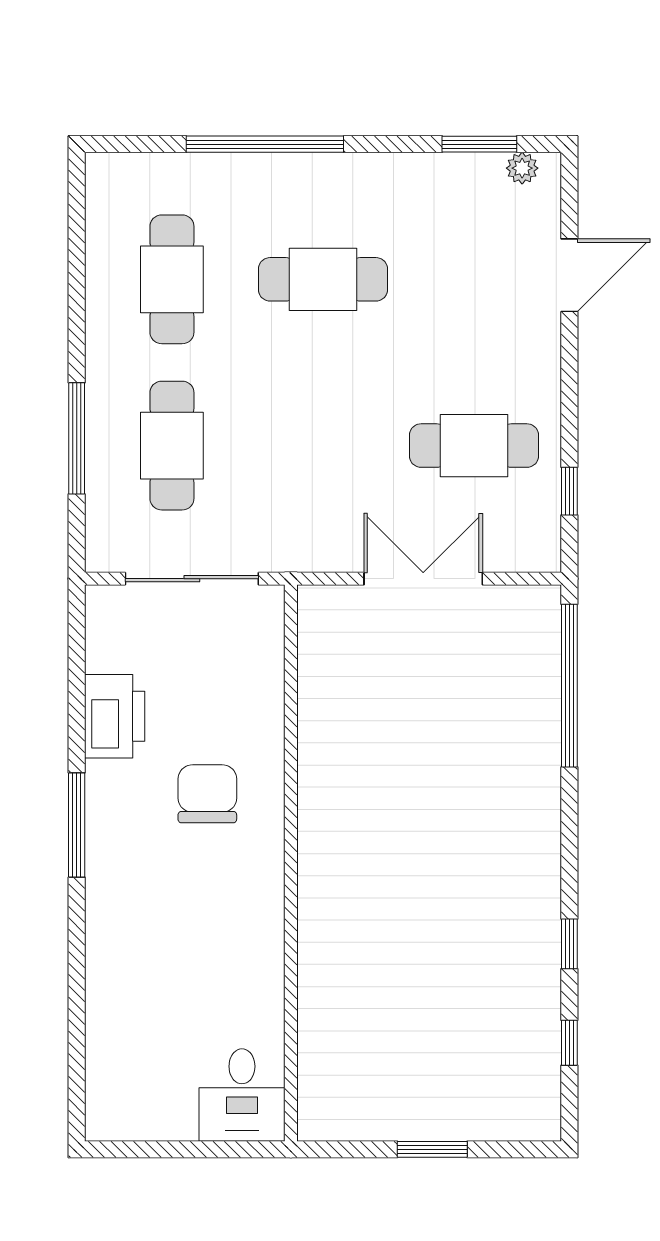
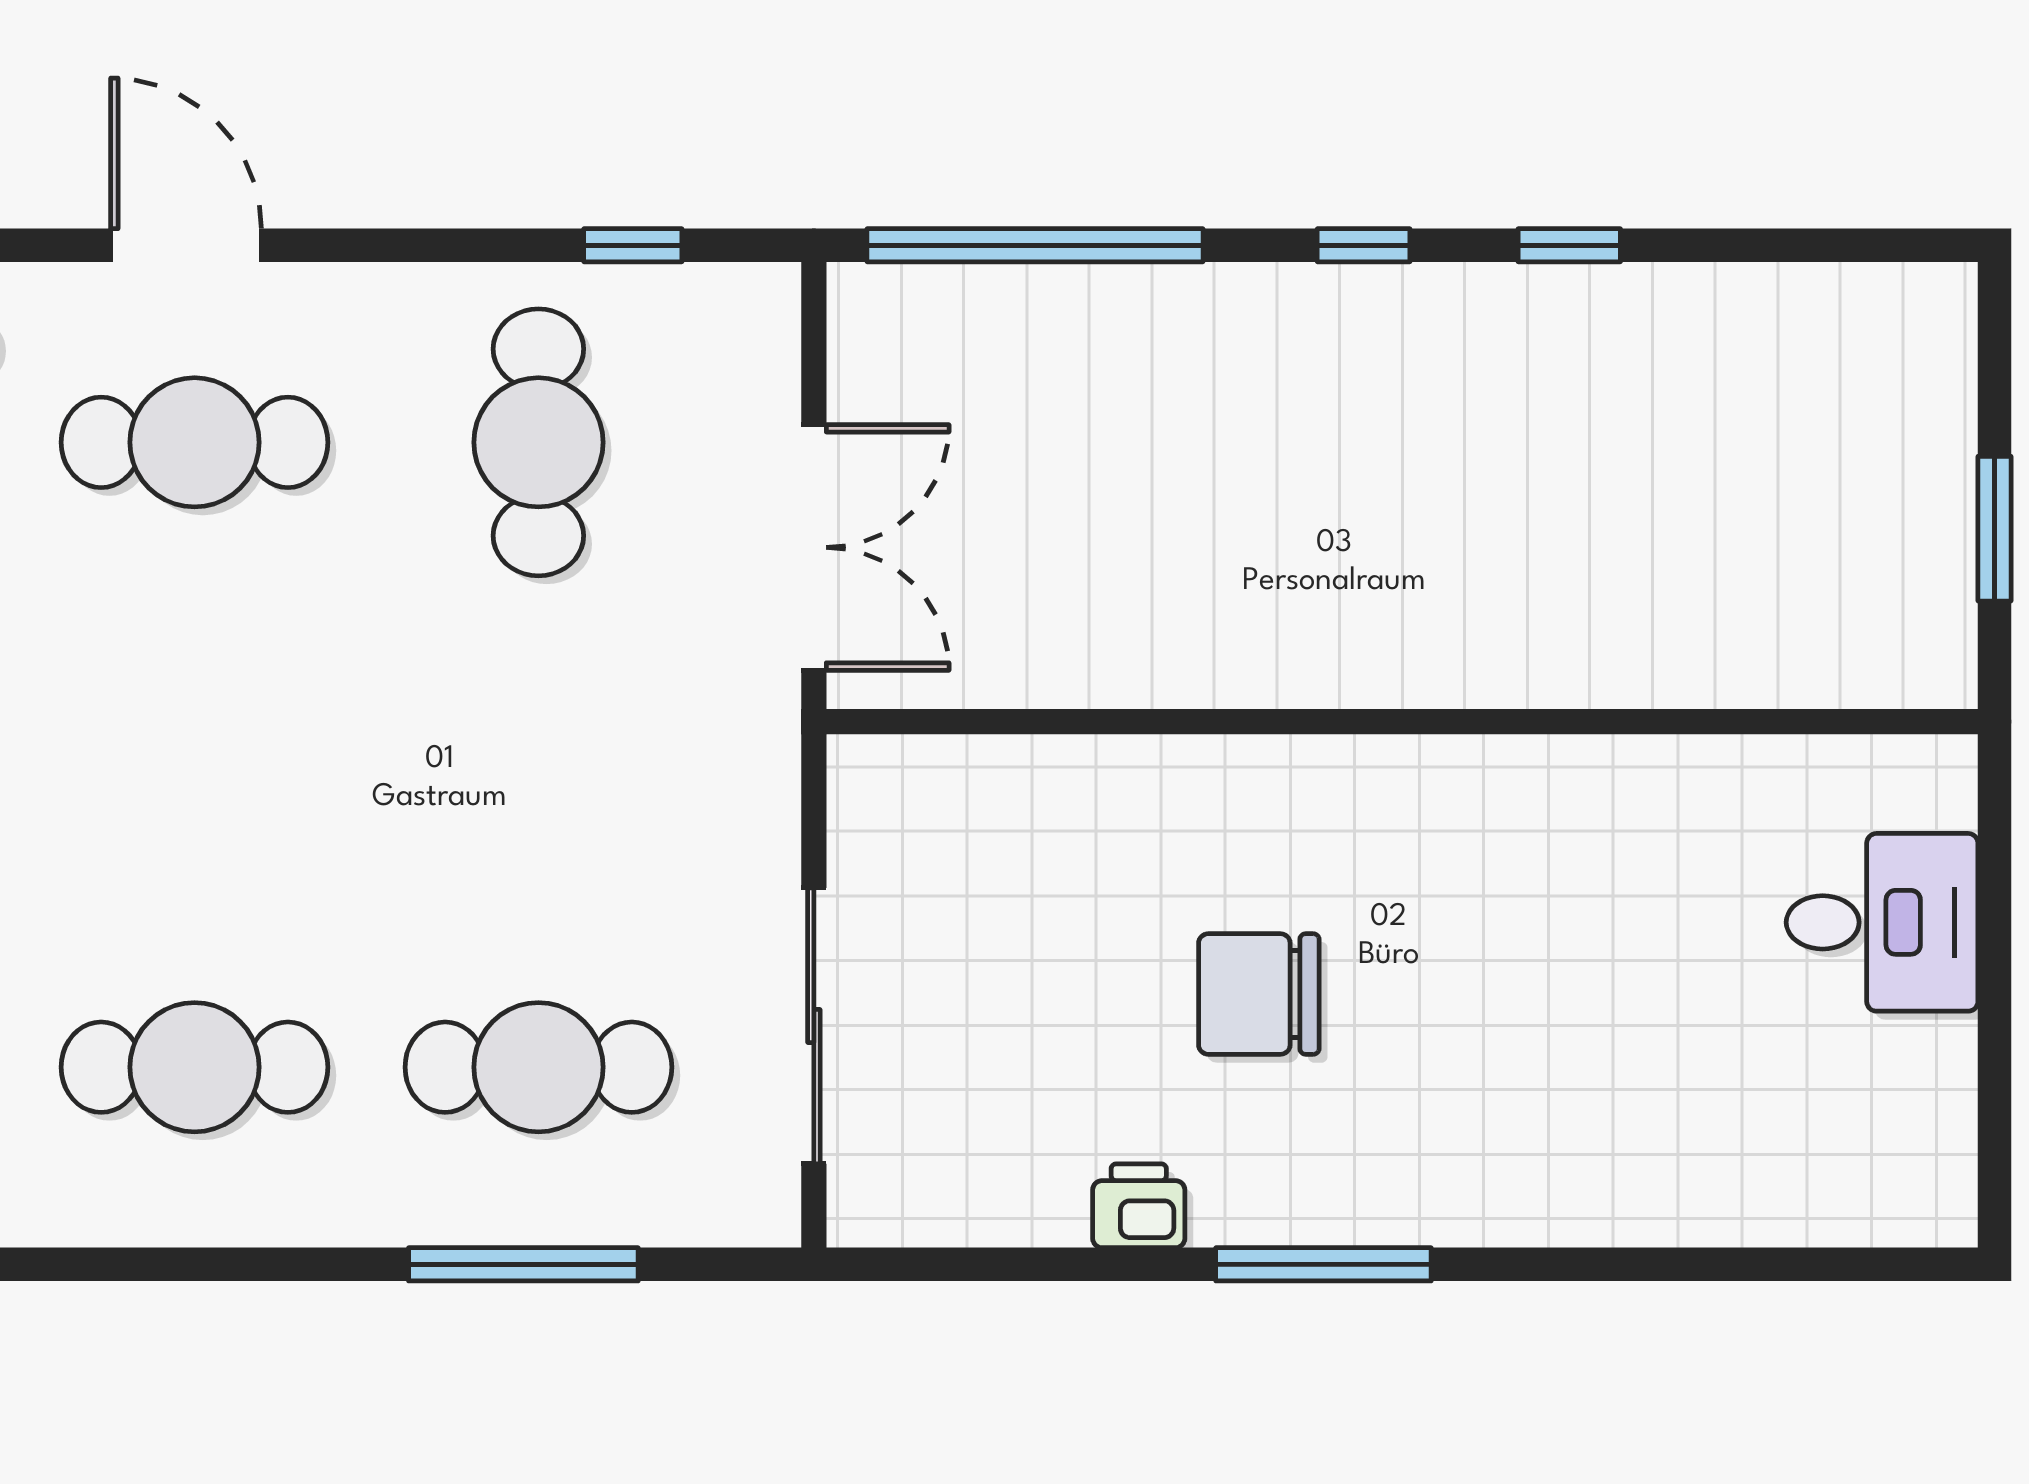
cafe table: (323, 279) -> (195, 442), moved, turned 90
double door: (423, 579) -> (814, 547), swing flipped
printer: (115, 716) -> (1139, 1206), width x0.53, depth x0.68
wall: (291, 863) -> (1402, 722), moved
window: (569, 1043) -> (1364, 245), moved

